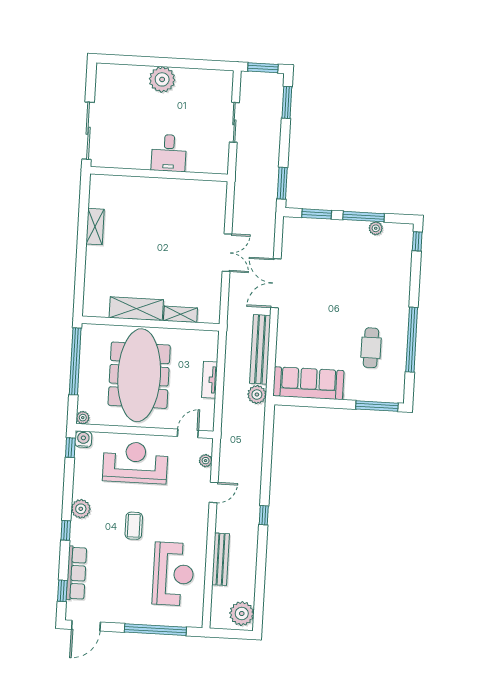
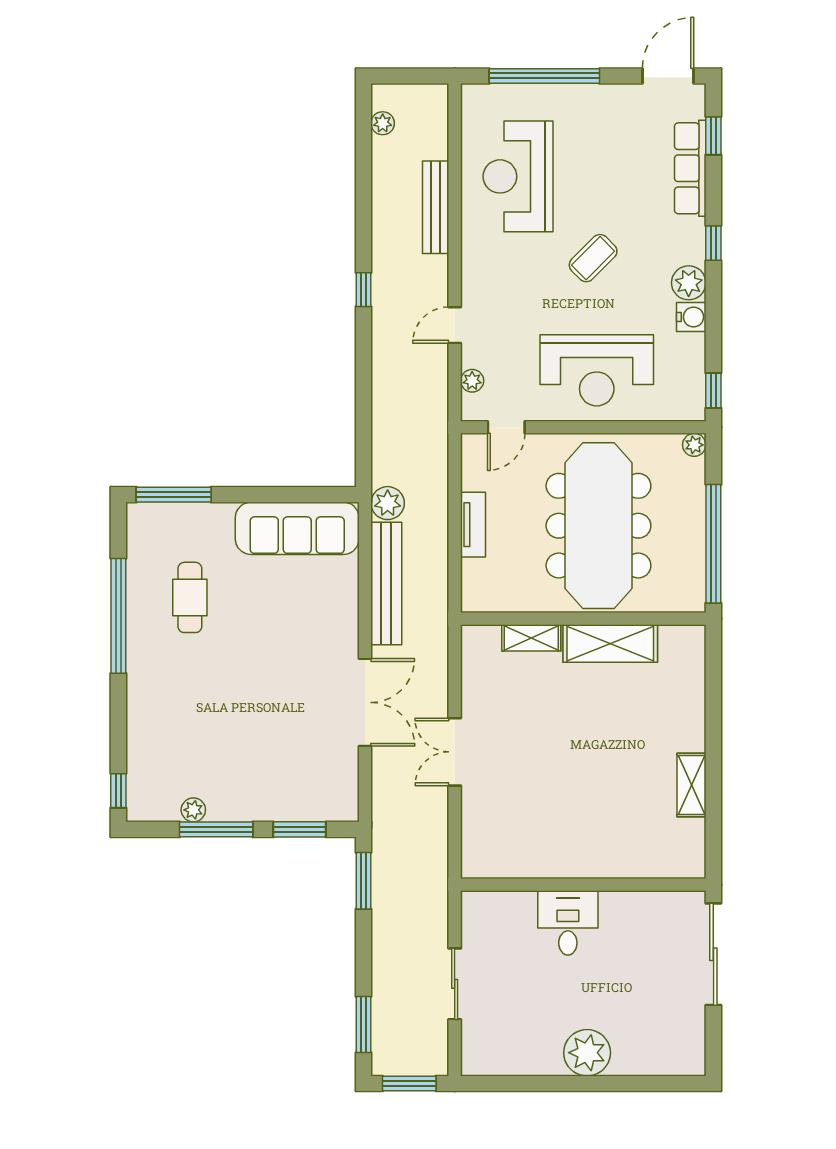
water cooler: (83, 439) -> (691, 317), moved, turned -90
coffee table: (134, 526) -> (593, 258), turned 45
plant: (242, 614) -> (383, 123), width x0.53, depth x0.53

